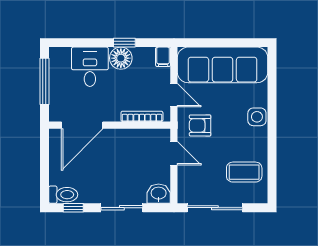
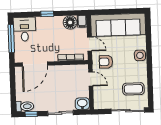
window: (124, 43) -> (47, 14), moved
floor lamp: (121, 58) -> (70, 22), moved
desk: (90, 67) -> (25, 29), moved
sliding door: (215, 208) -> (128, 111), moved

